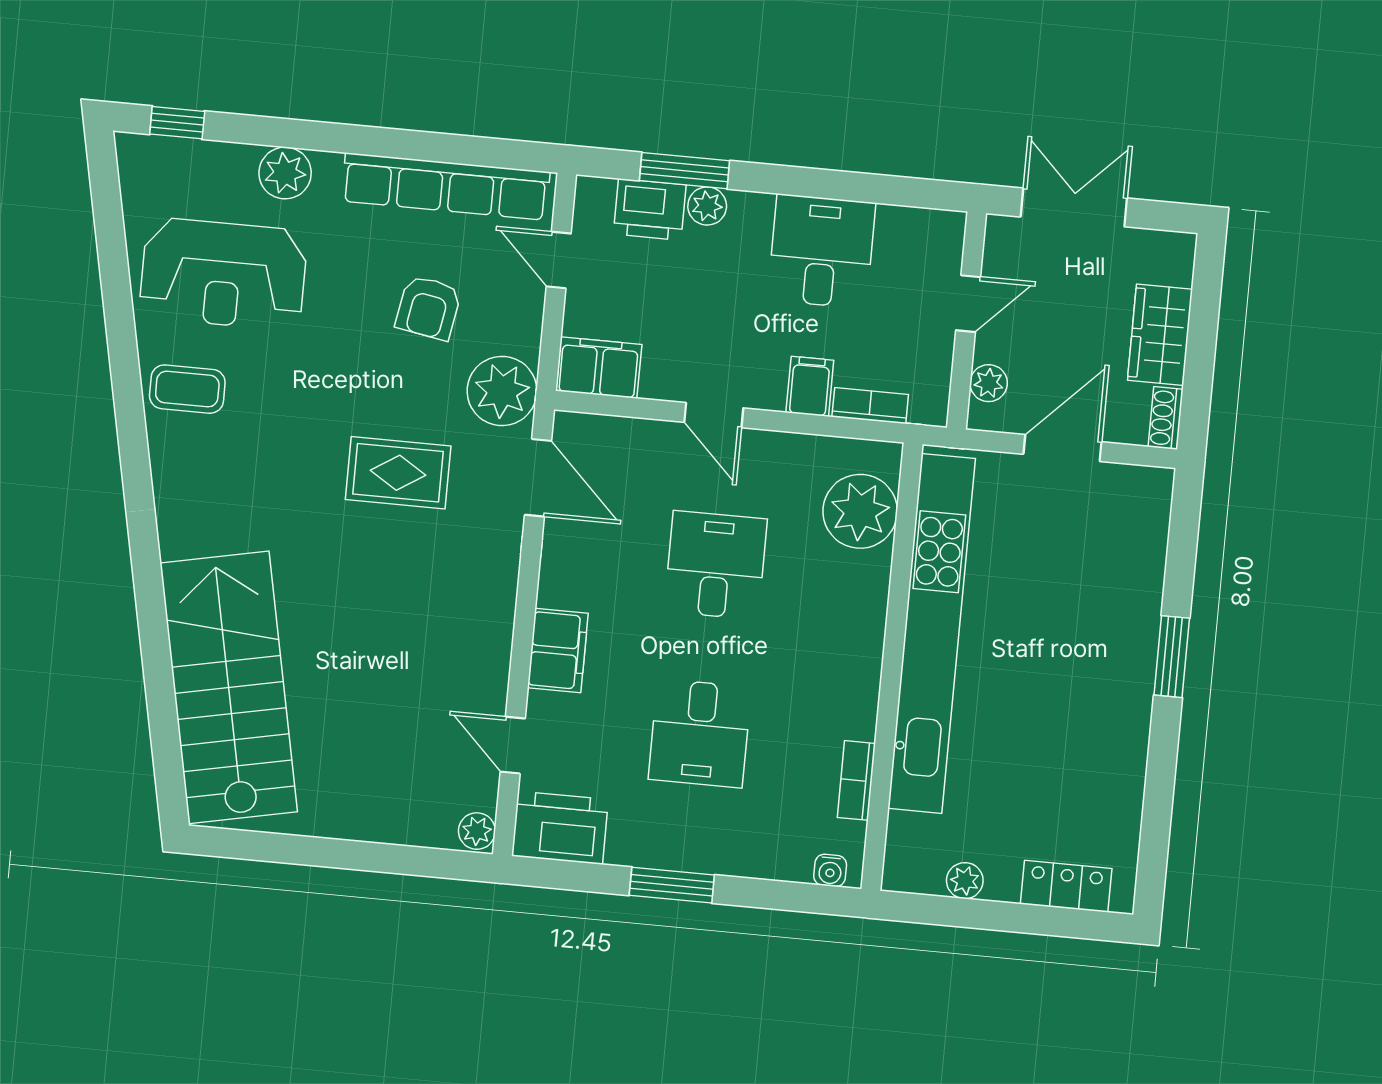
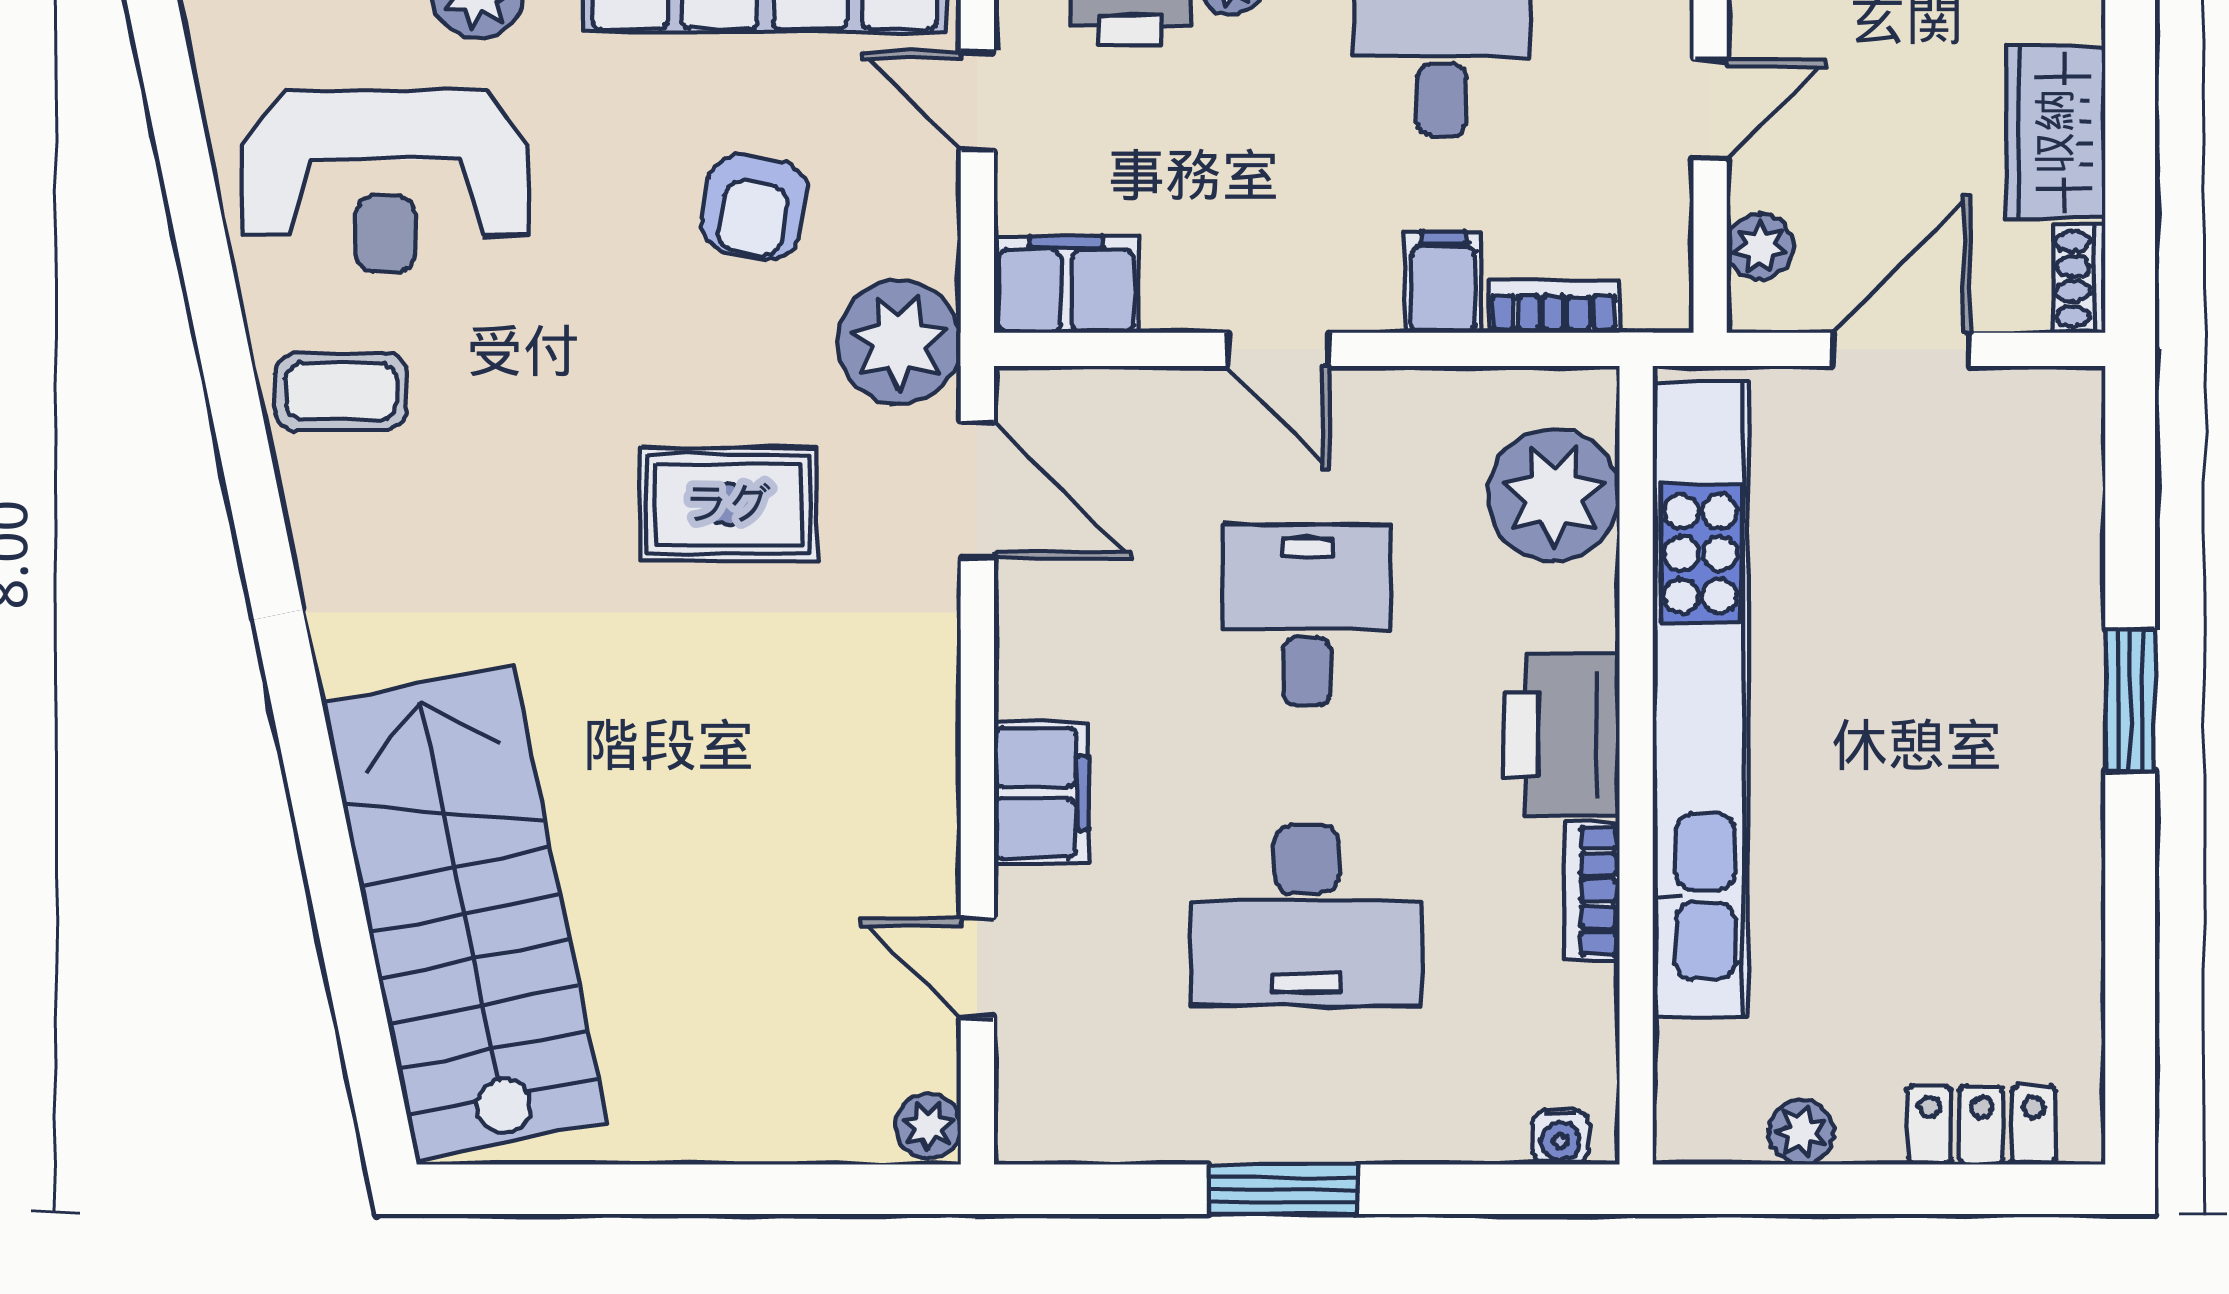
desk: (700, 733) -> (1307, 915), width x1.37
bookcase: (856, 780) -> (1592, 891), moved
printer: (560, 828) -> (1561, 734), moved, turned -90

